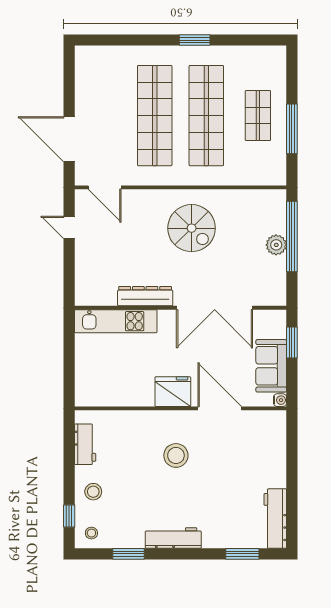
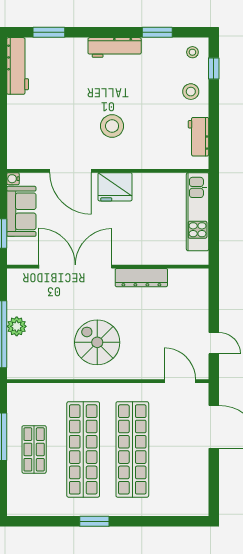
kitchen unit: (116, 321) -> (198, 212), moved, turned -90

